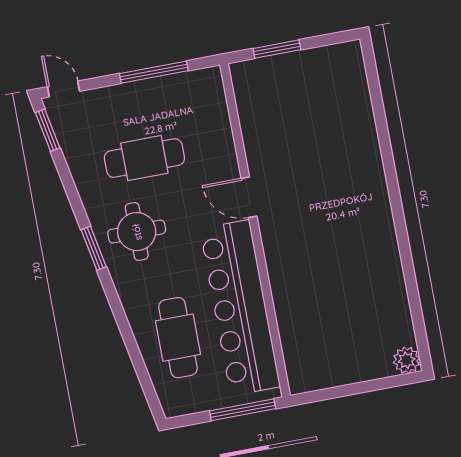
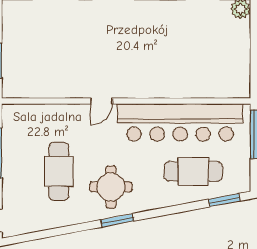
window: (48, 130) -> (224, 200), moved
door: (249, 197) -> (101, 101), width x0.73

